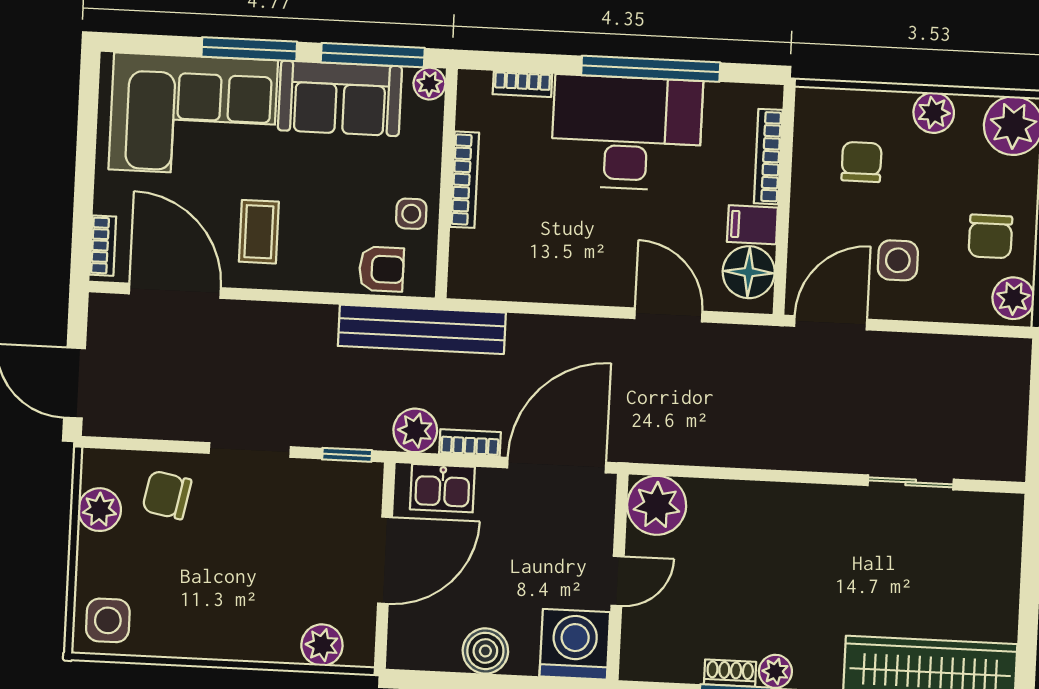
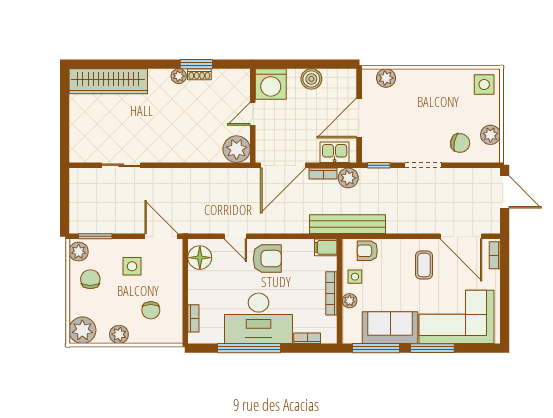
plant: (429, 84) -> (350, 301), moved
bookcase: (768, 157) -> (193, 318), width x0.64
filing cabinet: (752, 225) -> (326, 247), moved, turned 180
armchair: (601, 263) -> (267, 259), added
door: (668, 315) -> (235, 236), width x0.73
door: (831, 323) -> (161, 236), swing flipped
window: (975, 330) -> (95, 236), added

